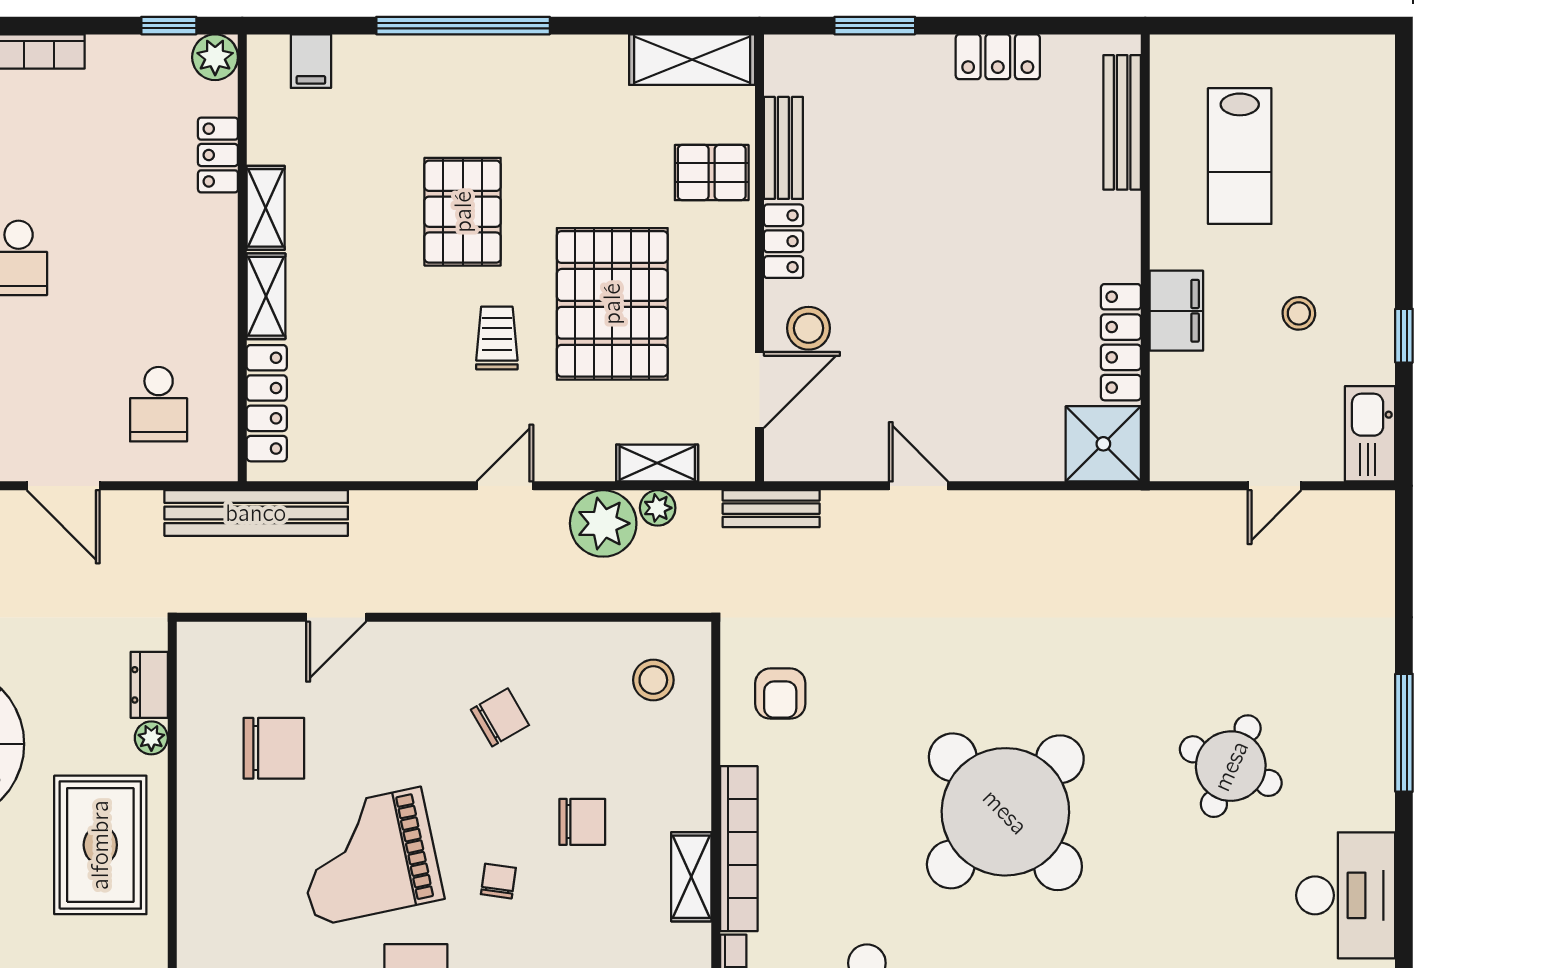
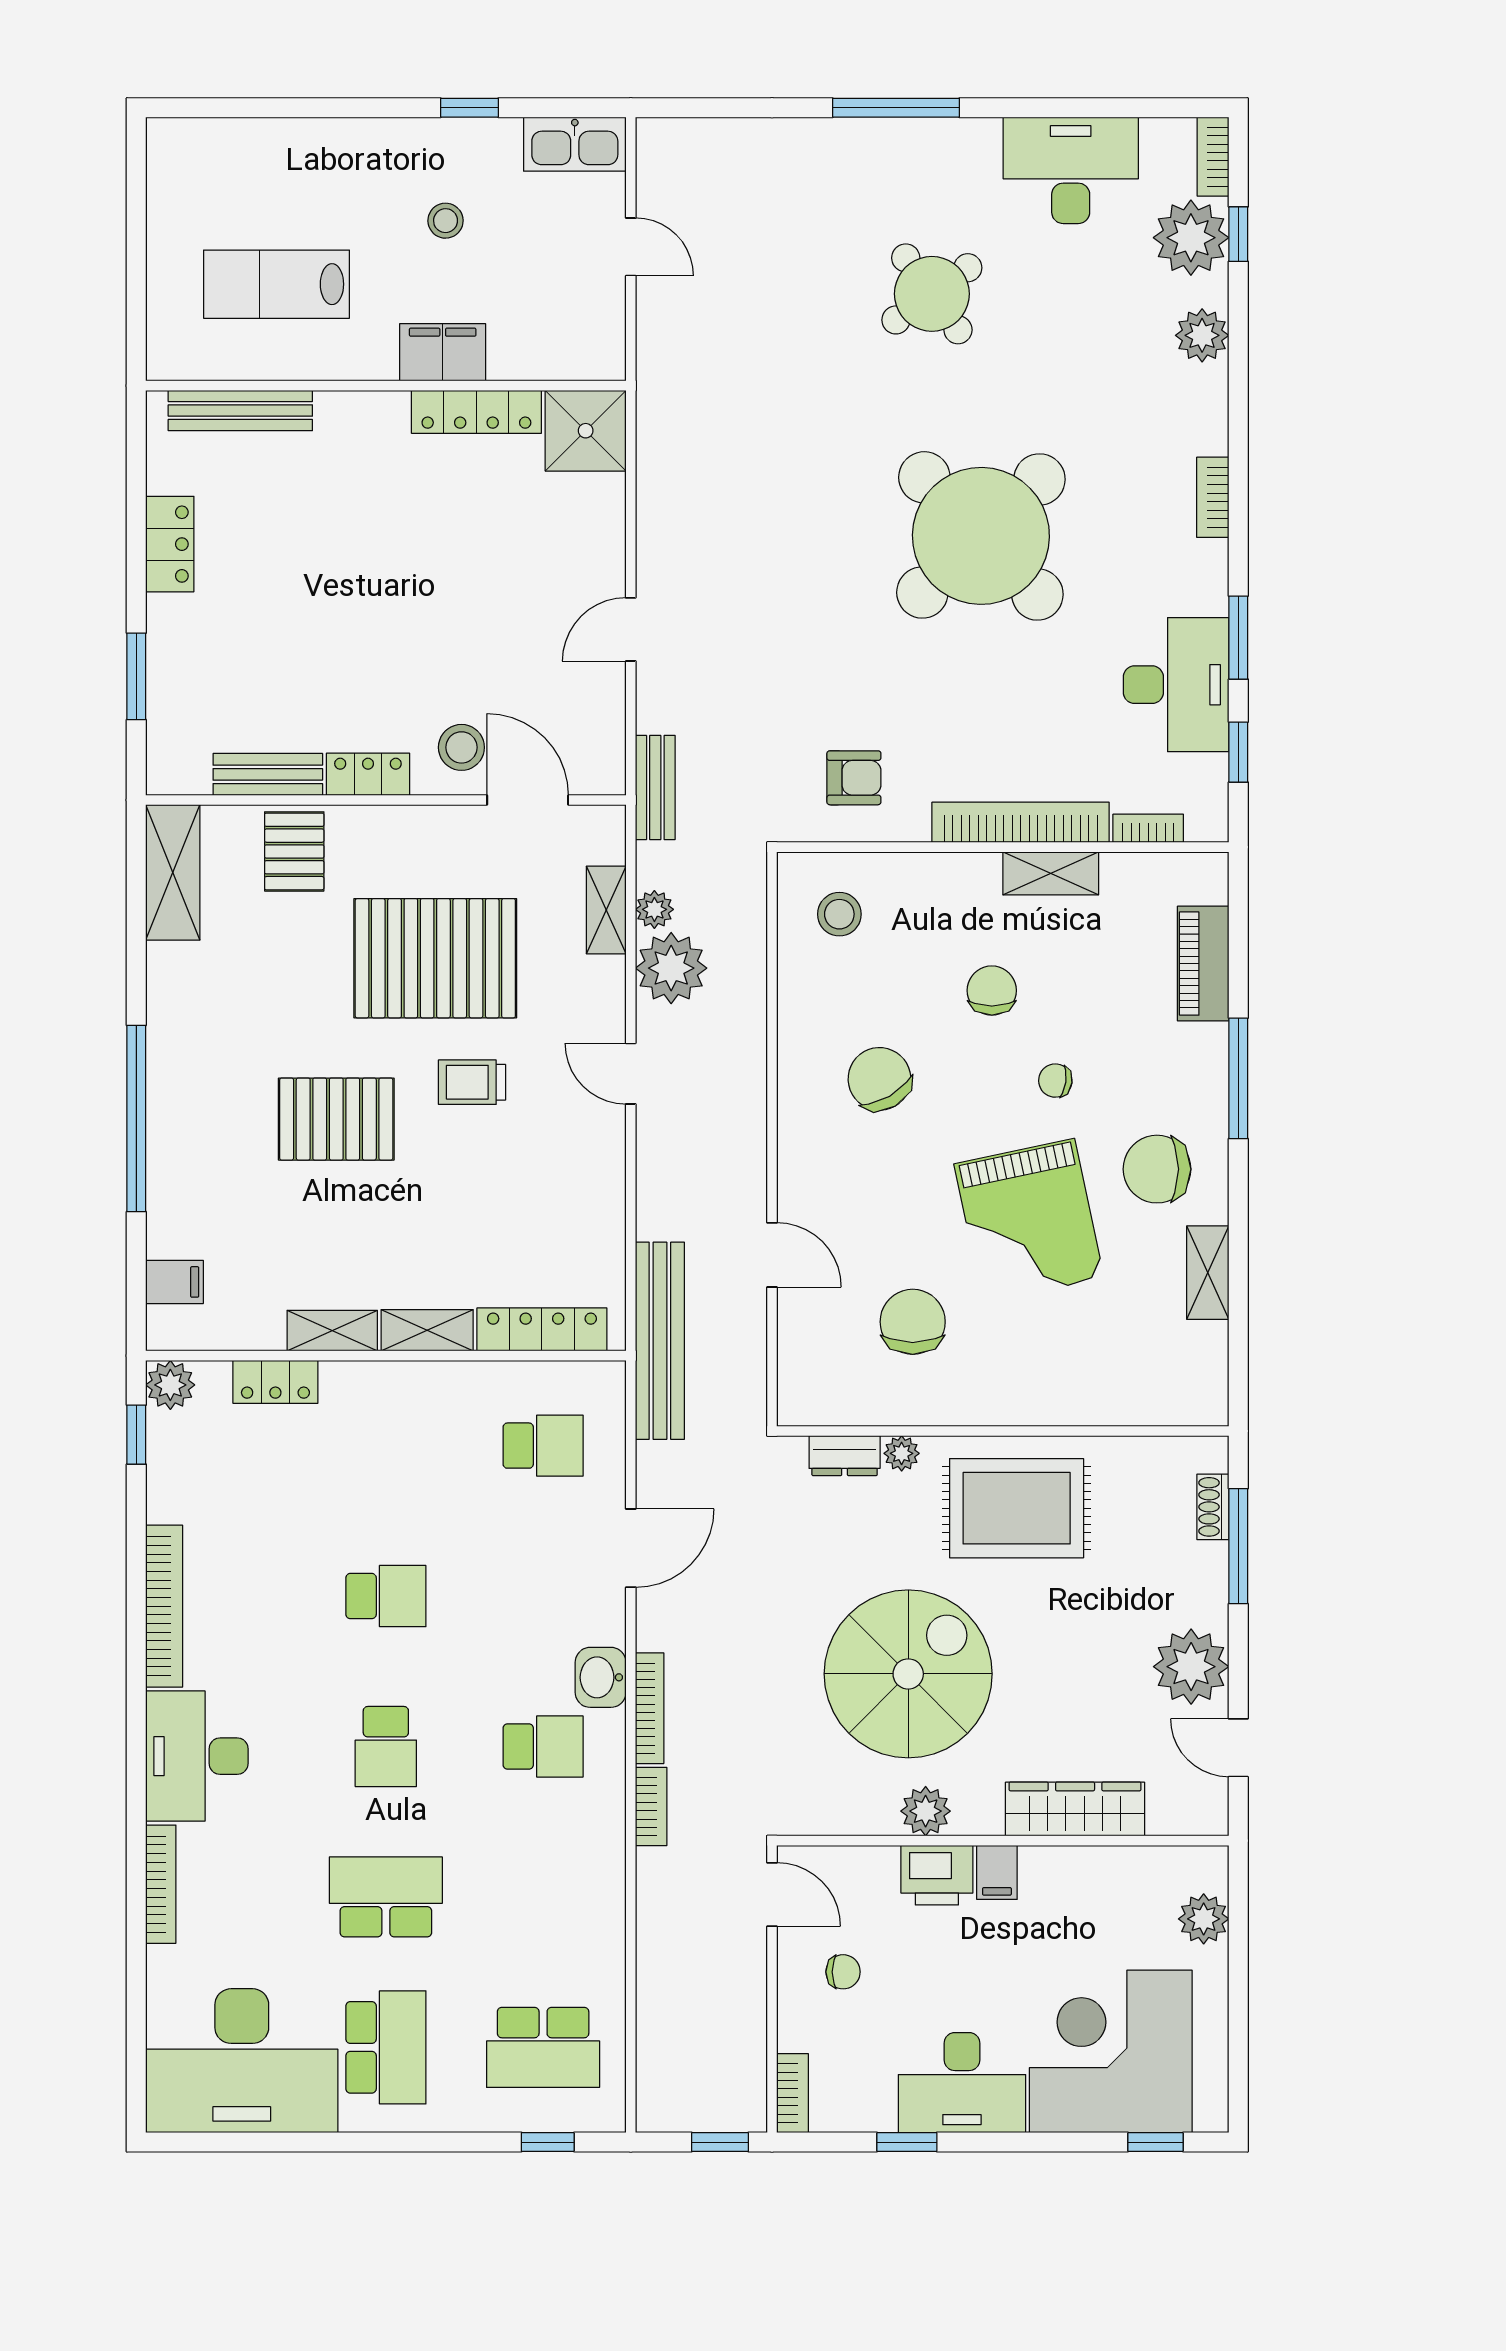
lab bench: (1240, 156) -> (277, 284), turned 180
chair: (500, 717) -> (879, 1079), width x1.37, depth x1.37
round table: (1231, 766) -> (932, 294), turned 30

